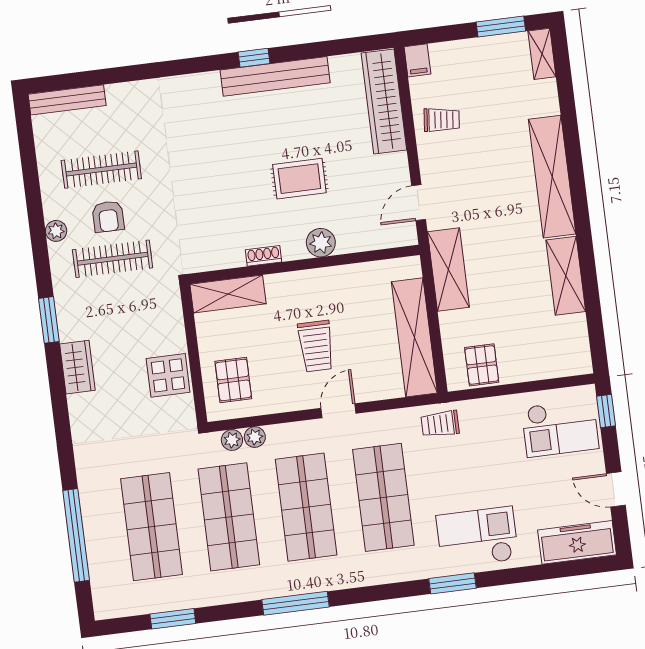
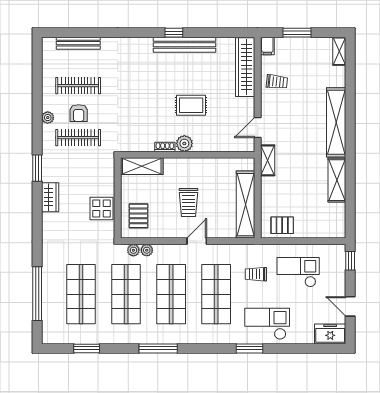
window: (501, 27) -> (297, 33), moved
bench: (67, 100) -> (78, 43), moved
plant: (321, 243) -> (184, 143), moved
shelving: (448, 269) -> (268, 160), width x0.67, depth x0.75
pallet: (482, 365) -> (282, 225), turned 90
trolley: (440, 424) -> (256, 274), moved
checkout: (560, 428) -> (298, 272), moved, turned 180
freezer: (577, 542) -> (330, 334), width x0.71

